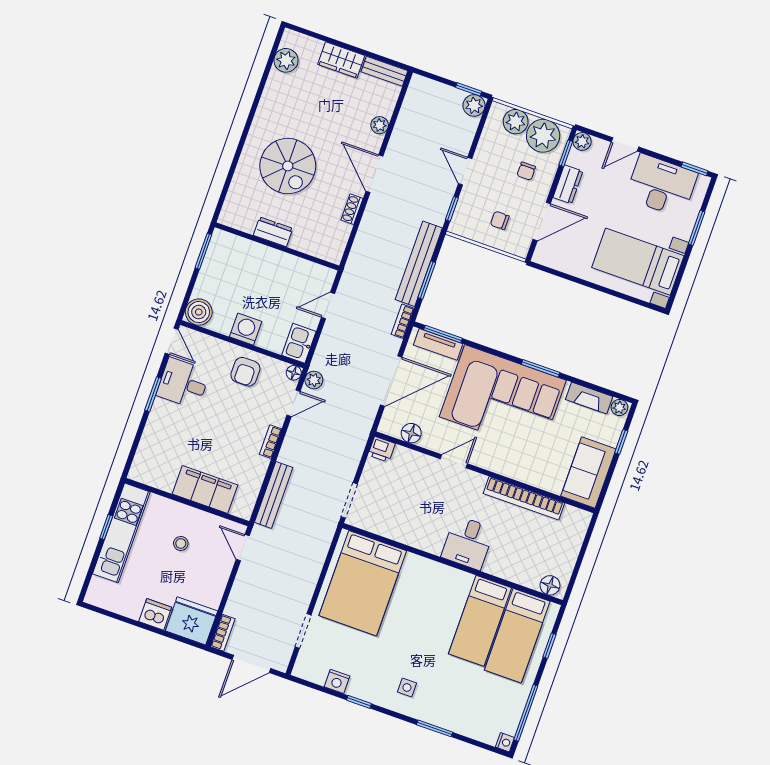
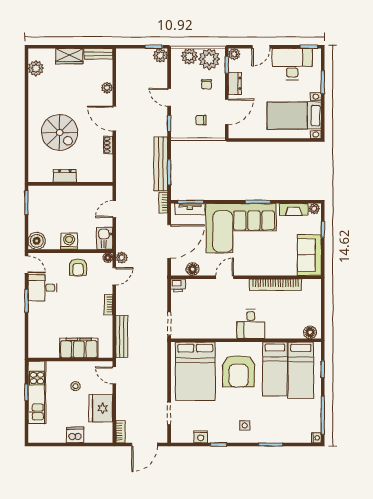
armchair: (426, 605) -> (239, 371), added
fridge: (191, 621) -> (101, 408), moved, turned -90

